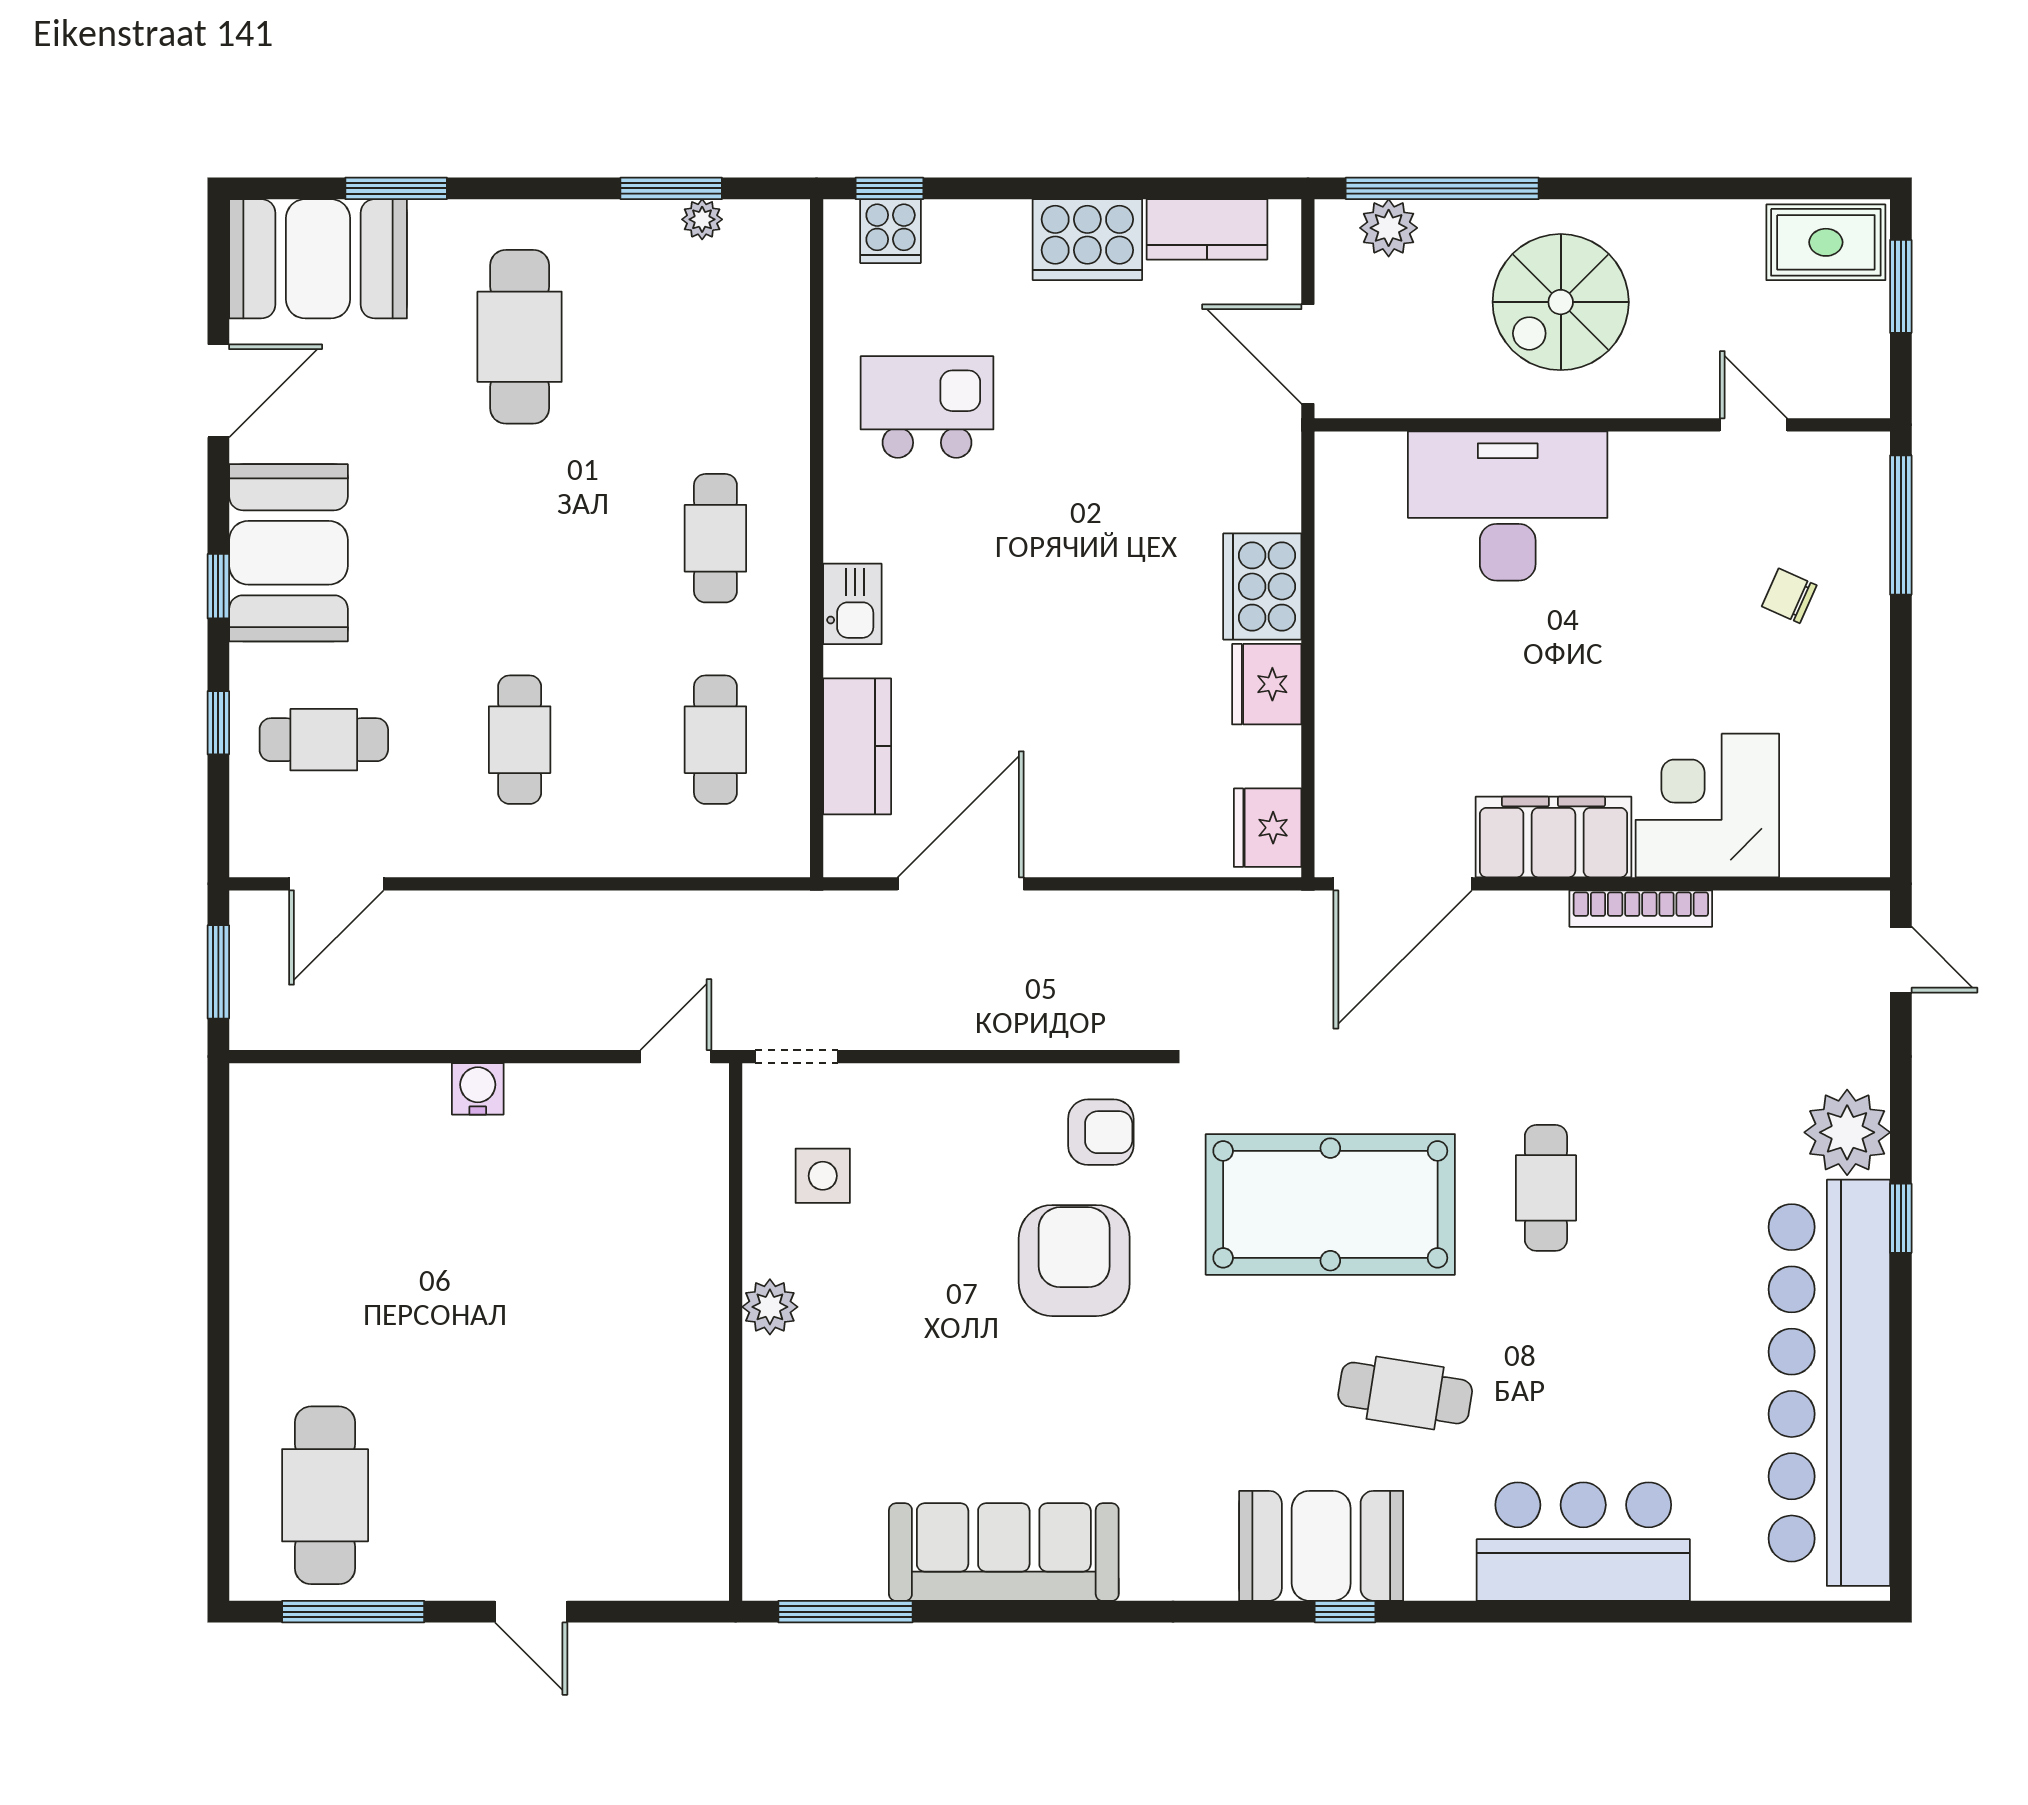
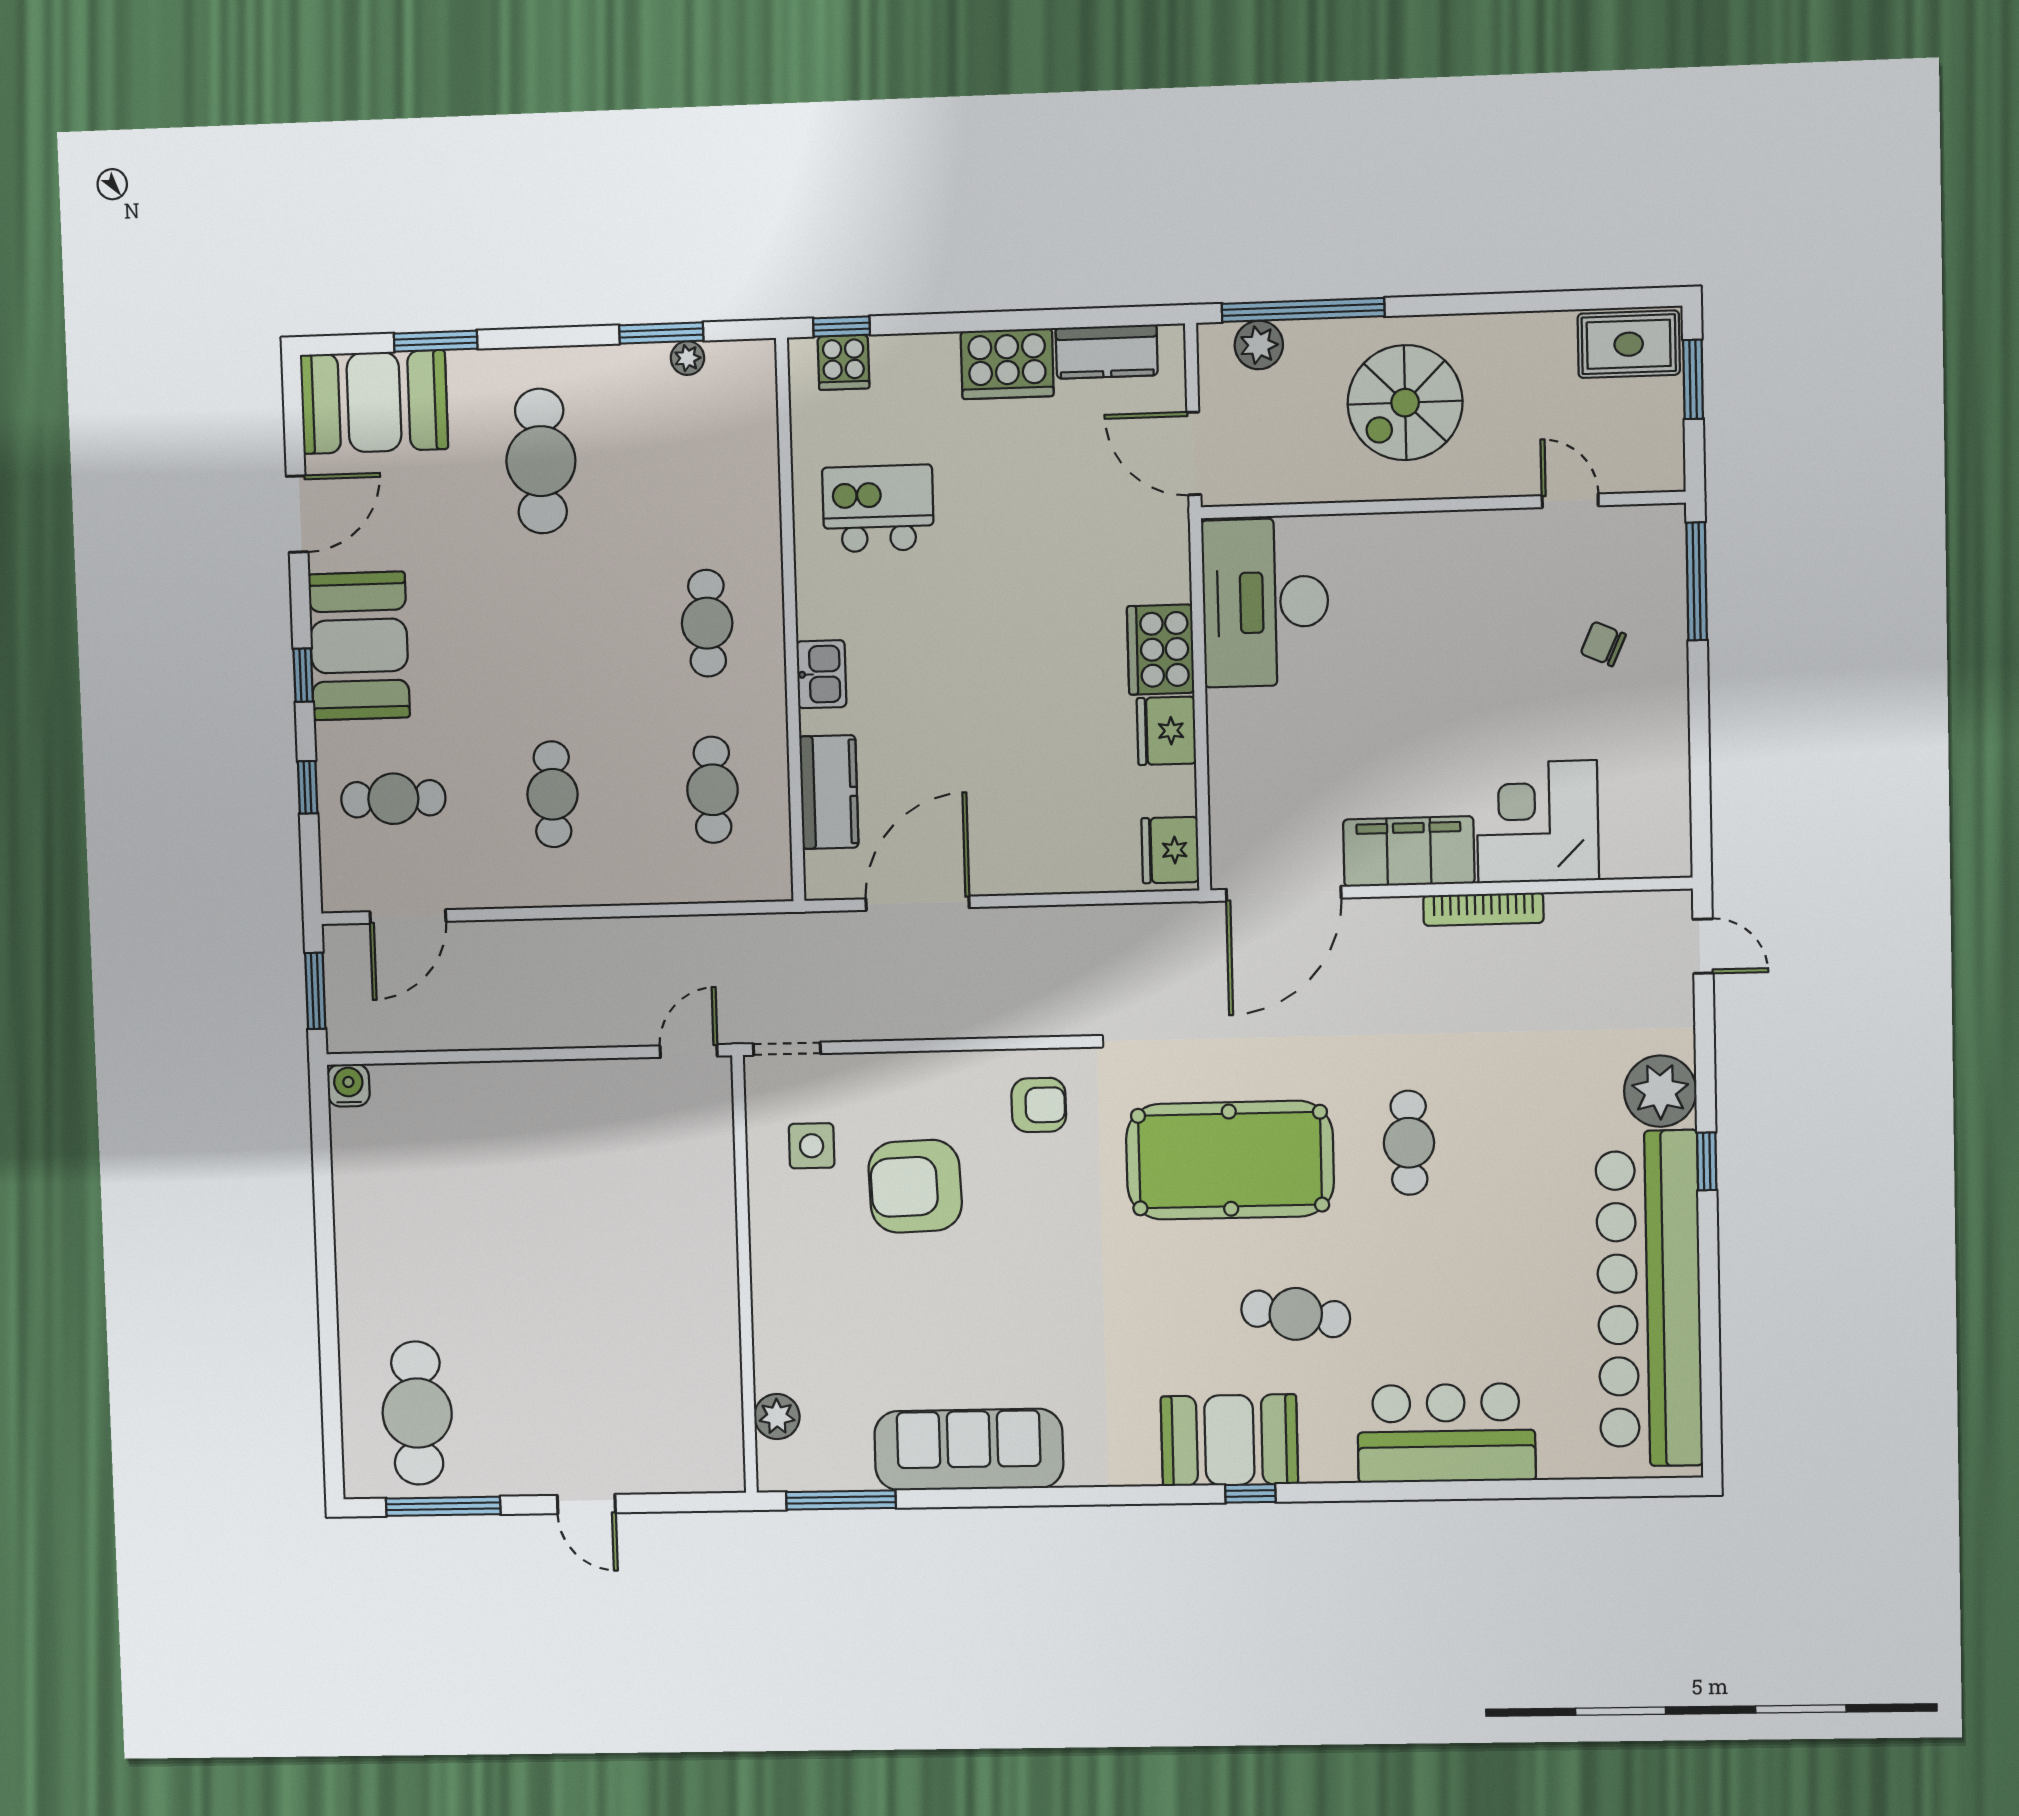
desk: (1508, 506) -> (1265, 602), moved, turned -90
water cooler: (478, 1089) -> (348, 1085), moved
armchair: (1074, 1261) -> (915, 1186), moved, turned -92
plant: (770, 1307) -> (777, 1417), moved

